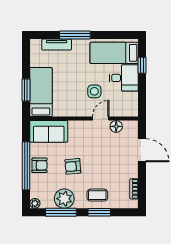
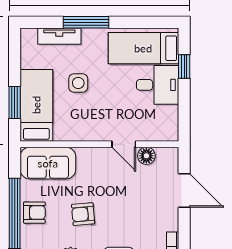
side table: (94, 91) -> (78, 83), moved
door: (101, 119) -> (124, 144), swing flipped

